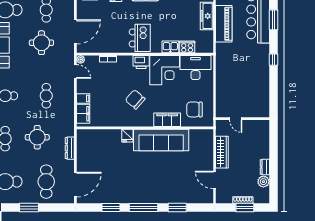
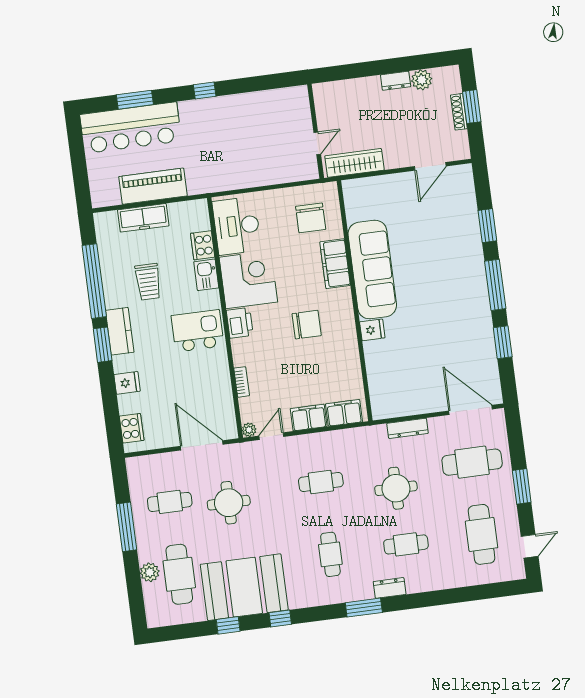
trolley: (171, 14) -> (148, 282), added
filing cabinet: (83, 98) -> (309, 418), width x2.00
chair: (135, 99) -> (307, 325), turned -131
wardrobe: (222, 152) -> (354, 163), moved

